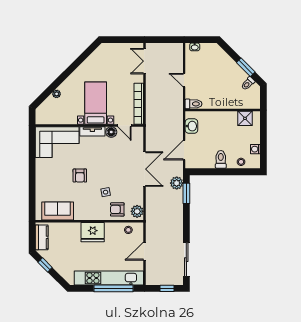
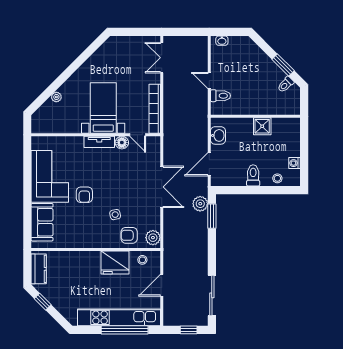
toilet: (194, 104) -> (220, 96), moved
shower: (245, 118) -> (262, 126), moved
corner sofa: (57, 142) -> (50, 176), moved, turned -90
sofa: (58, 211) -> (42, 222), moved, turned 90
fridge: (93, 232) -> (115, 262), moved

